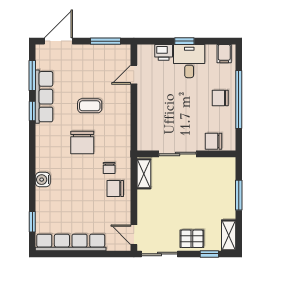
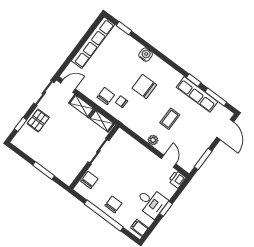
printer: (164, 52) -> (177, 179), moved
plant: (124, 107) -> (153, 140), added
chair: (82, 142) -> (144, 86), moved
shelving: (229, 235) -> (82, 106), moved

